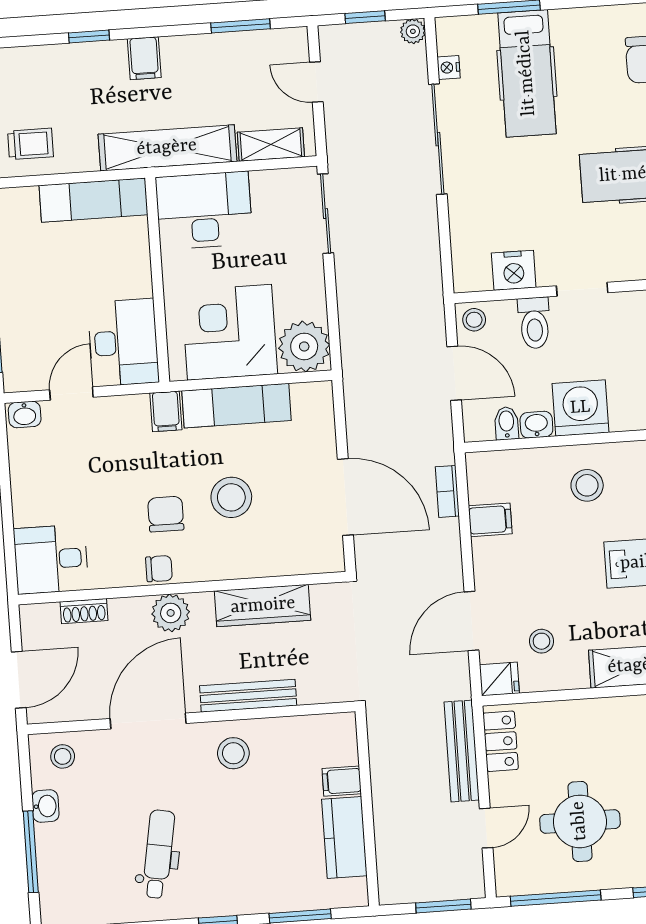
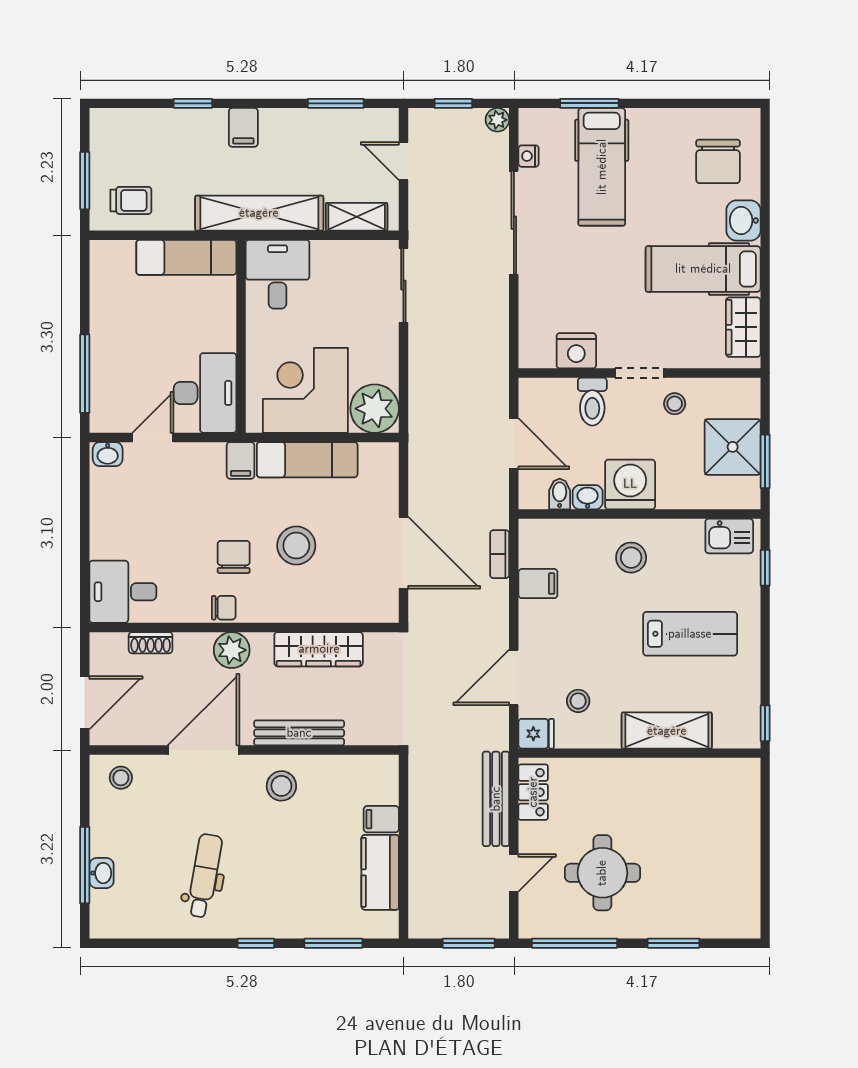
desk: (204, 210) -> (278, 274), width x0.73
stool: (474, 320) -> (675, 404), moved
washbasin: (45, 806) -> (101, 873), moved

